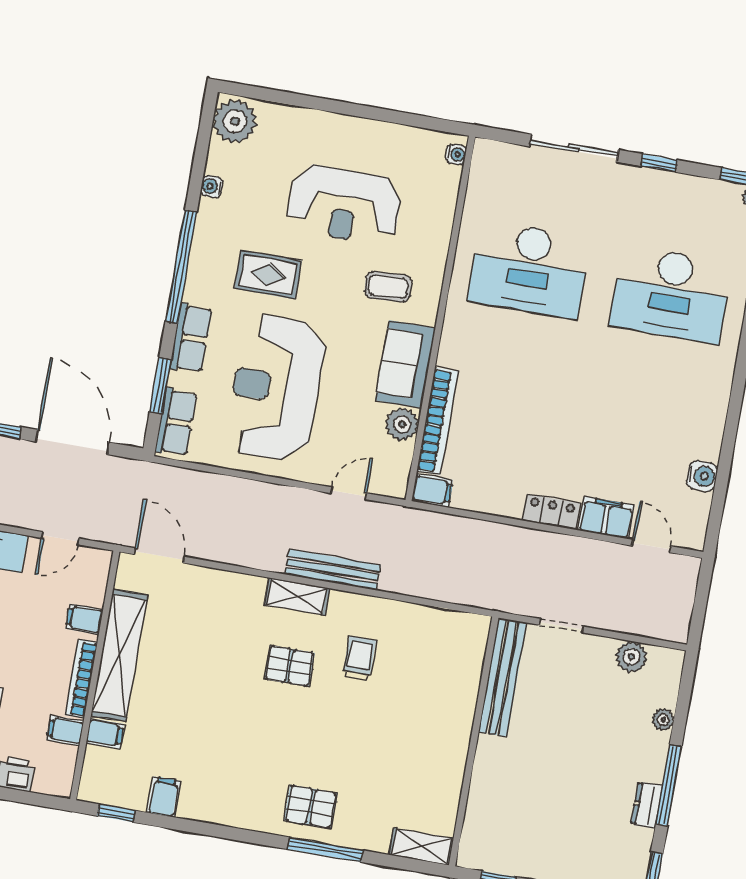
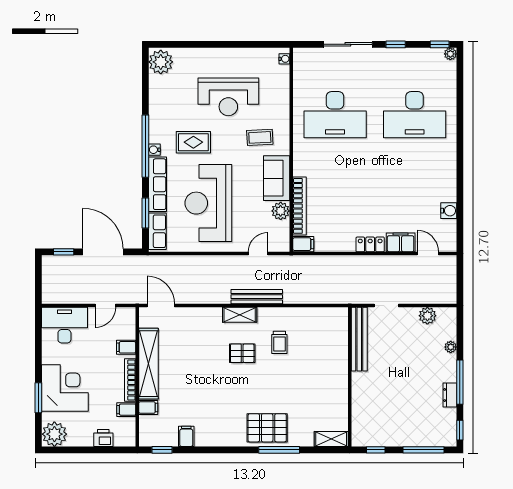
water cooler: (212, 186) -> (154, 150), moved
row of seats: (191, 338) -> (157, 184), width x1.48
trolley: (359, 658) -> (279, 342), turned 180
pallet: (311, 807) -> (267, 428), width x1.50, depth x1.42

